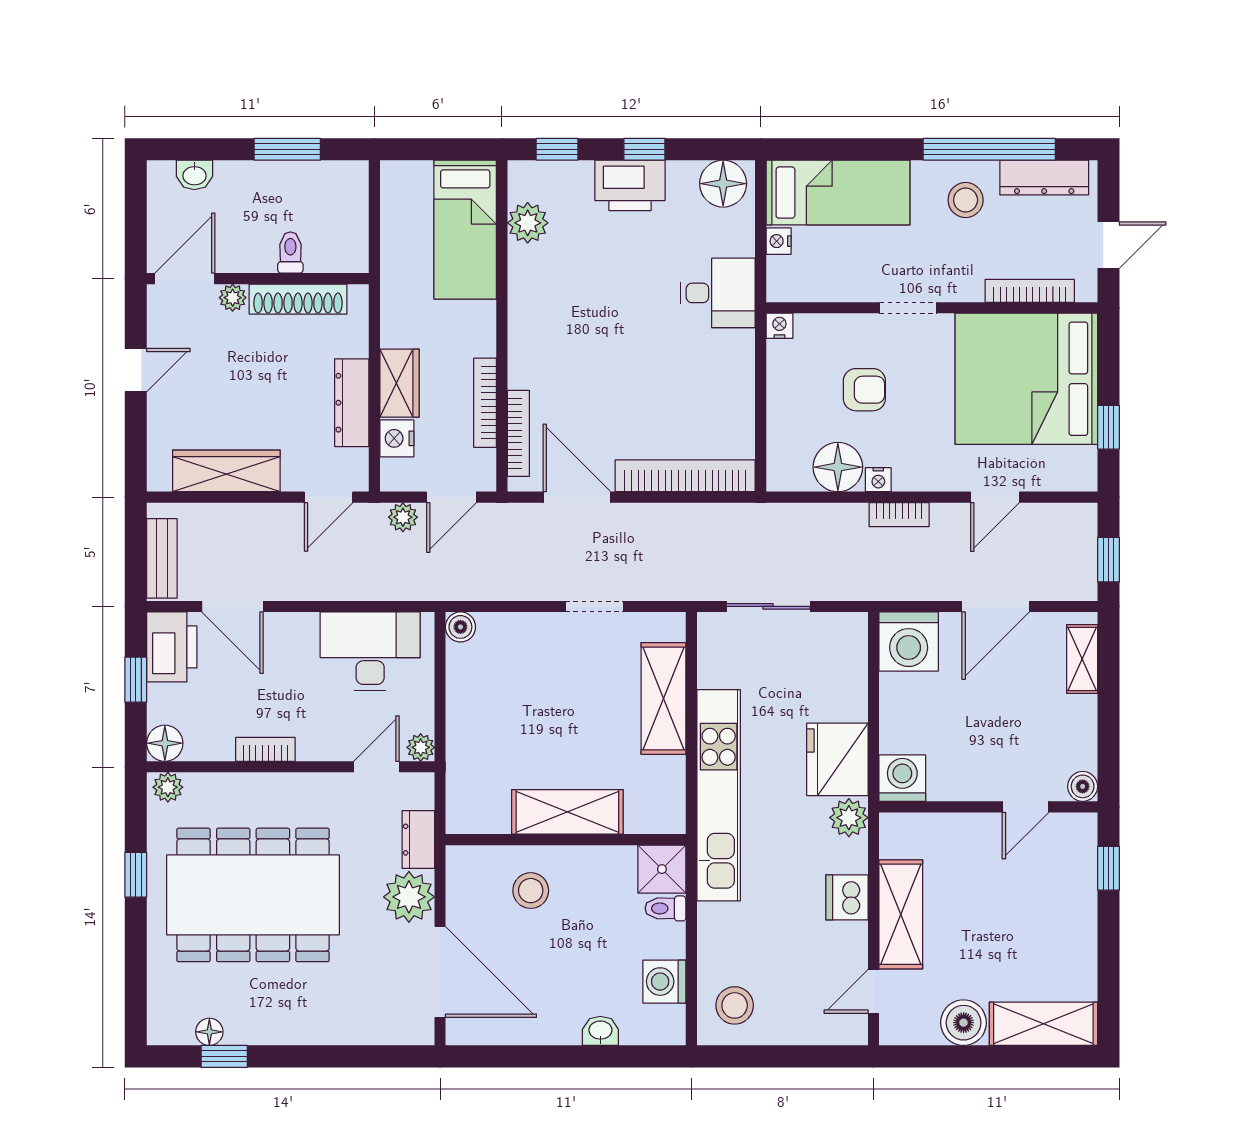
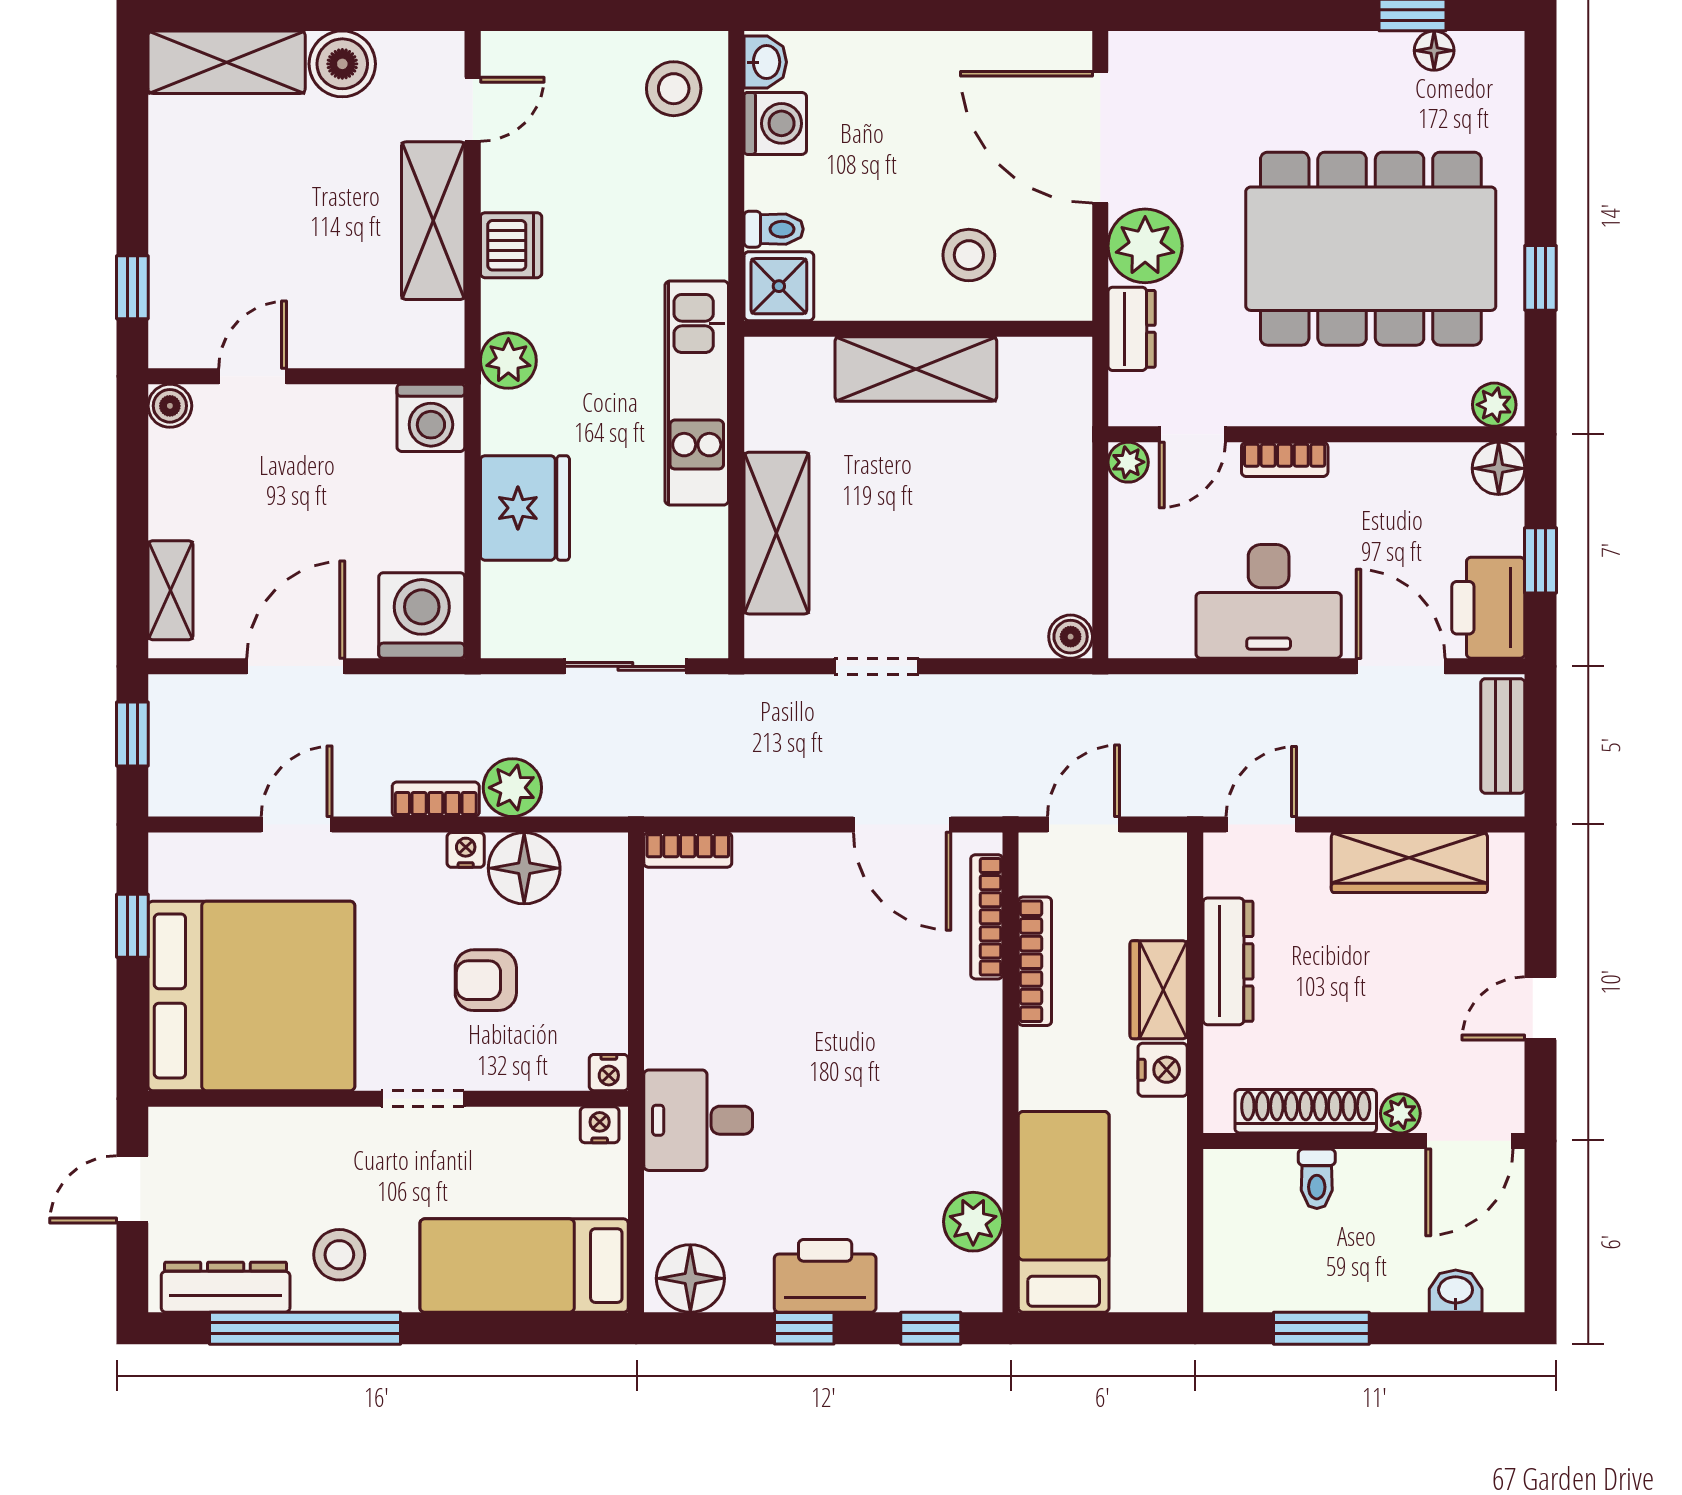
nightstand: (779, 241) -> (600, 1125), moved, turned -90
bookcase: (1030, 291) -> (247, 1123), removed
nightstand: (397, 438) -> (1163, 1070), moved
bookcase: (685, 476) -> (688, 850), width x0.43, depth x0.76
plant: (403, 517) -> (512, 788), moved, width x1.38, depth x1.38
desk: (370, 651) -> (1269, 601), moved
bookcase: (265, 749) -> (1285, 459), moved
fridge: (837, 759) -> (525, 508), moved
kitchen unit: (719, 795) -> (697, 393), width x0.73
washbasin: (600, 1031) -> (765, 62), moved, turned -90

